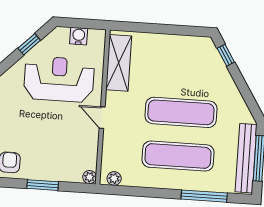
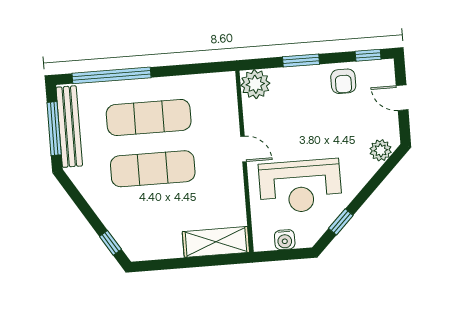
shelving: (119, 63) -> (216, 242), moved, turned 90
plant: (90, 177) -> (255, 84), width x1.87, depth x1.87
plant: (114, 178) -> (219, 80), removed
window: (204, 196) -> (112, 75), width x1.46

